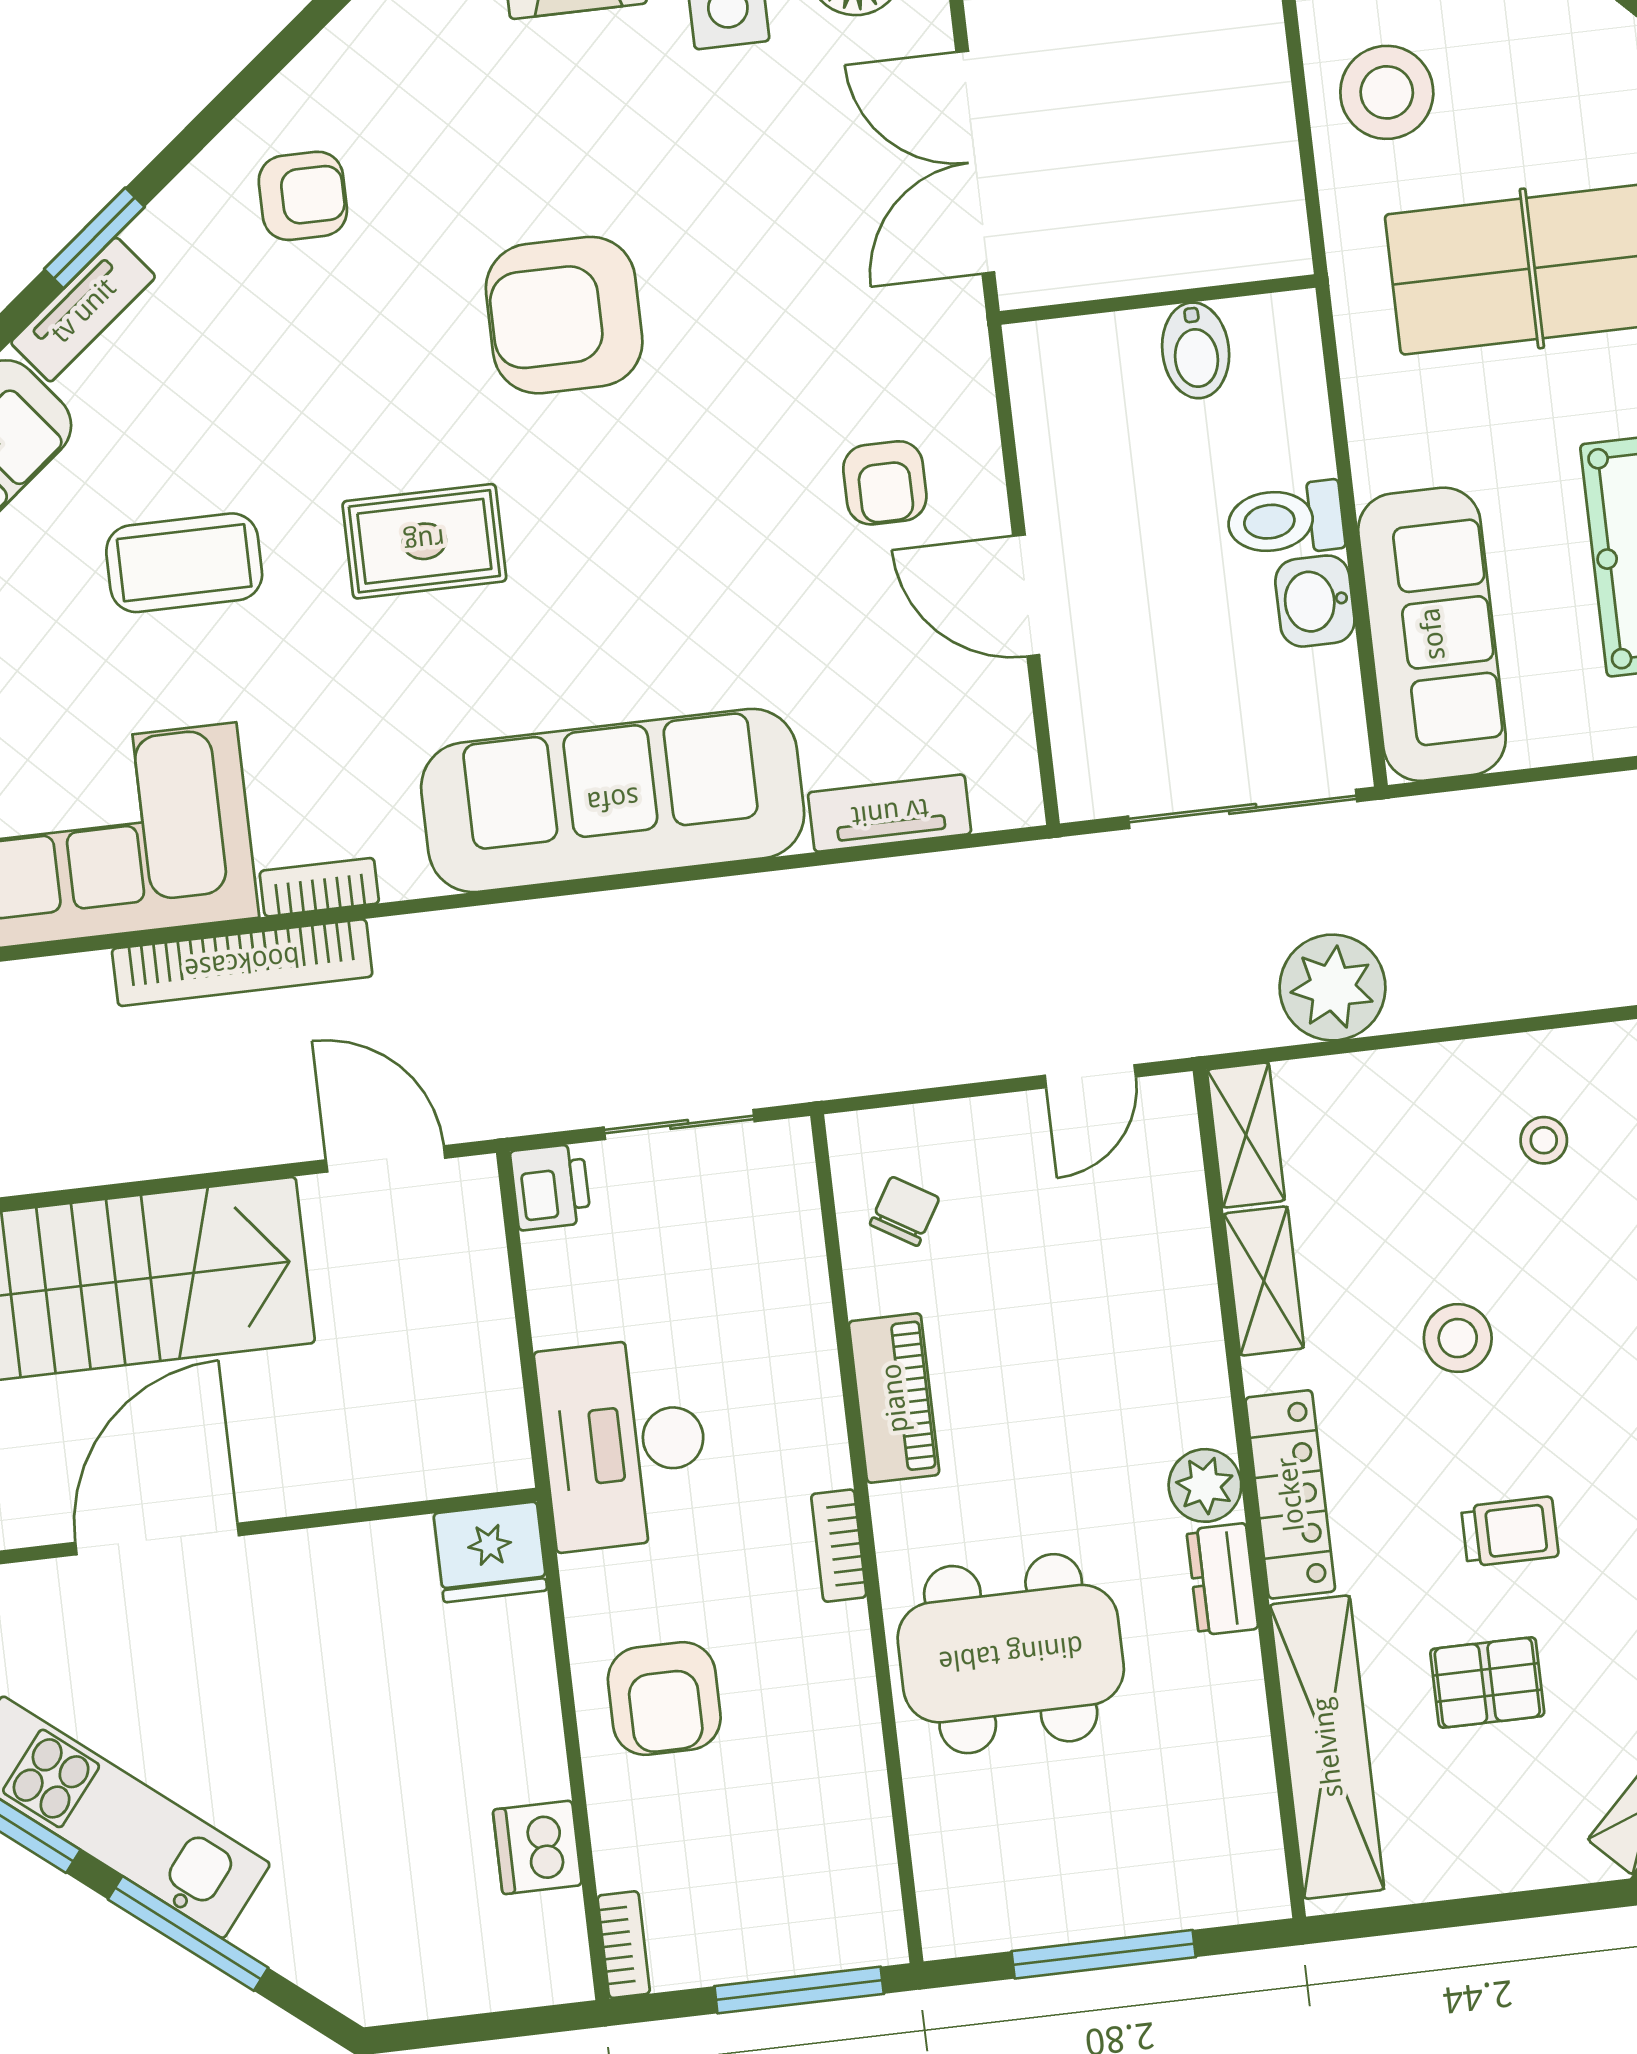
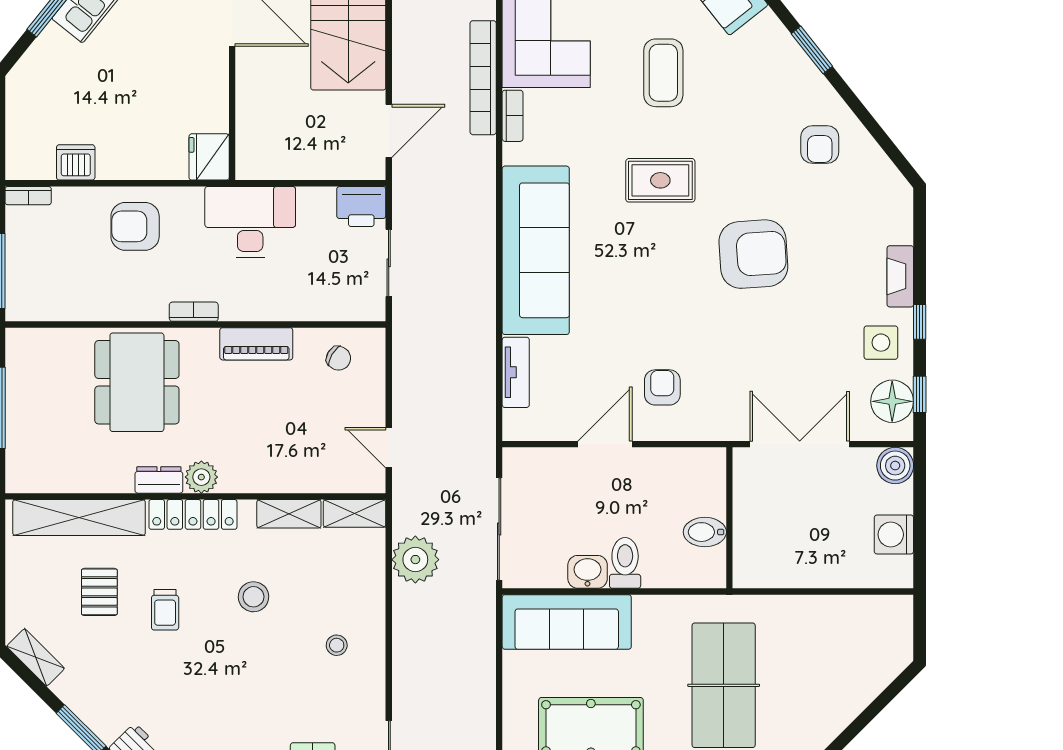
stool: (1387, 92) -> (809, 630), removed
tv unit: (83, 310) -> (781, 41), removed
armchair: (564, 315) -> (753, 254), turned 86
armchair: (885, 483) -> (662, 387), turned 90
rug: (424, 541) -> (660, 180), turned 90
printer: (551, 1187) -> (361, 207), width x1.36, depth x1.24

